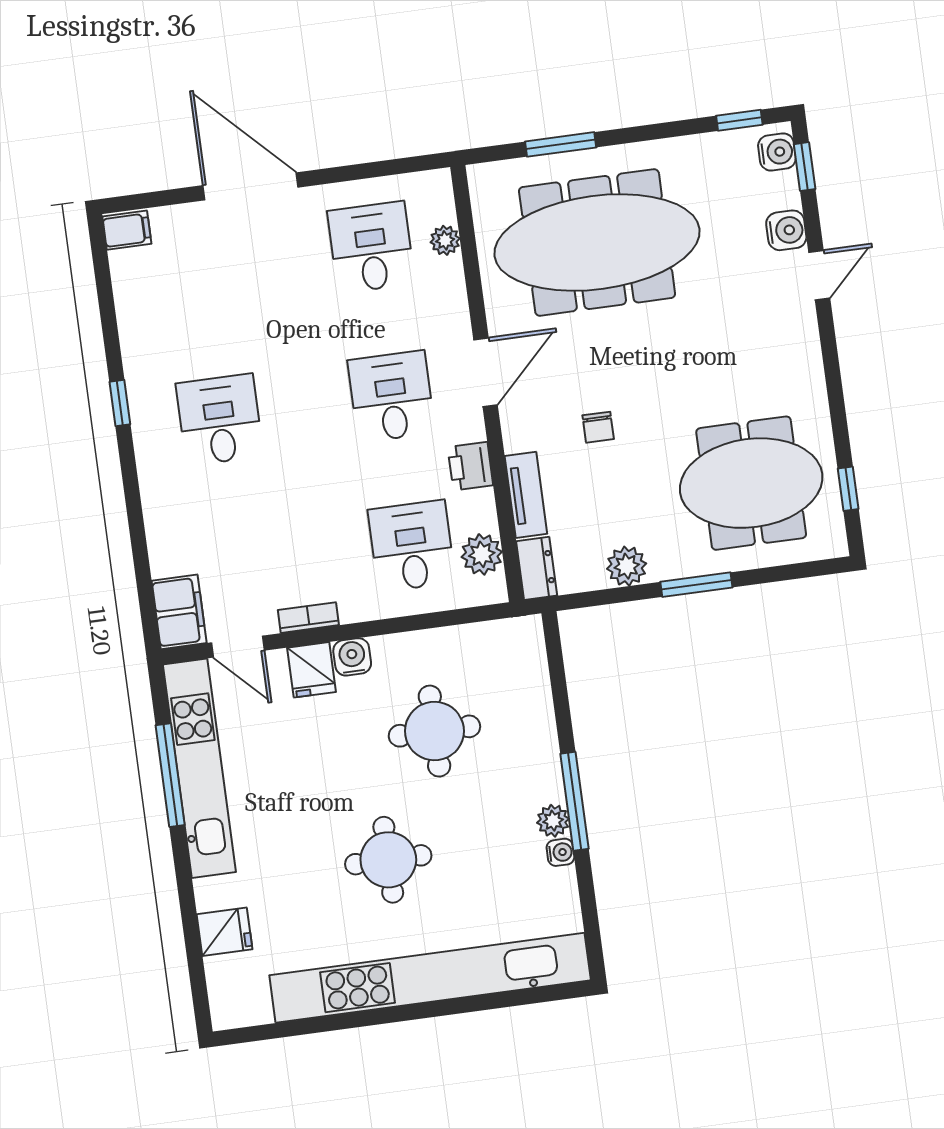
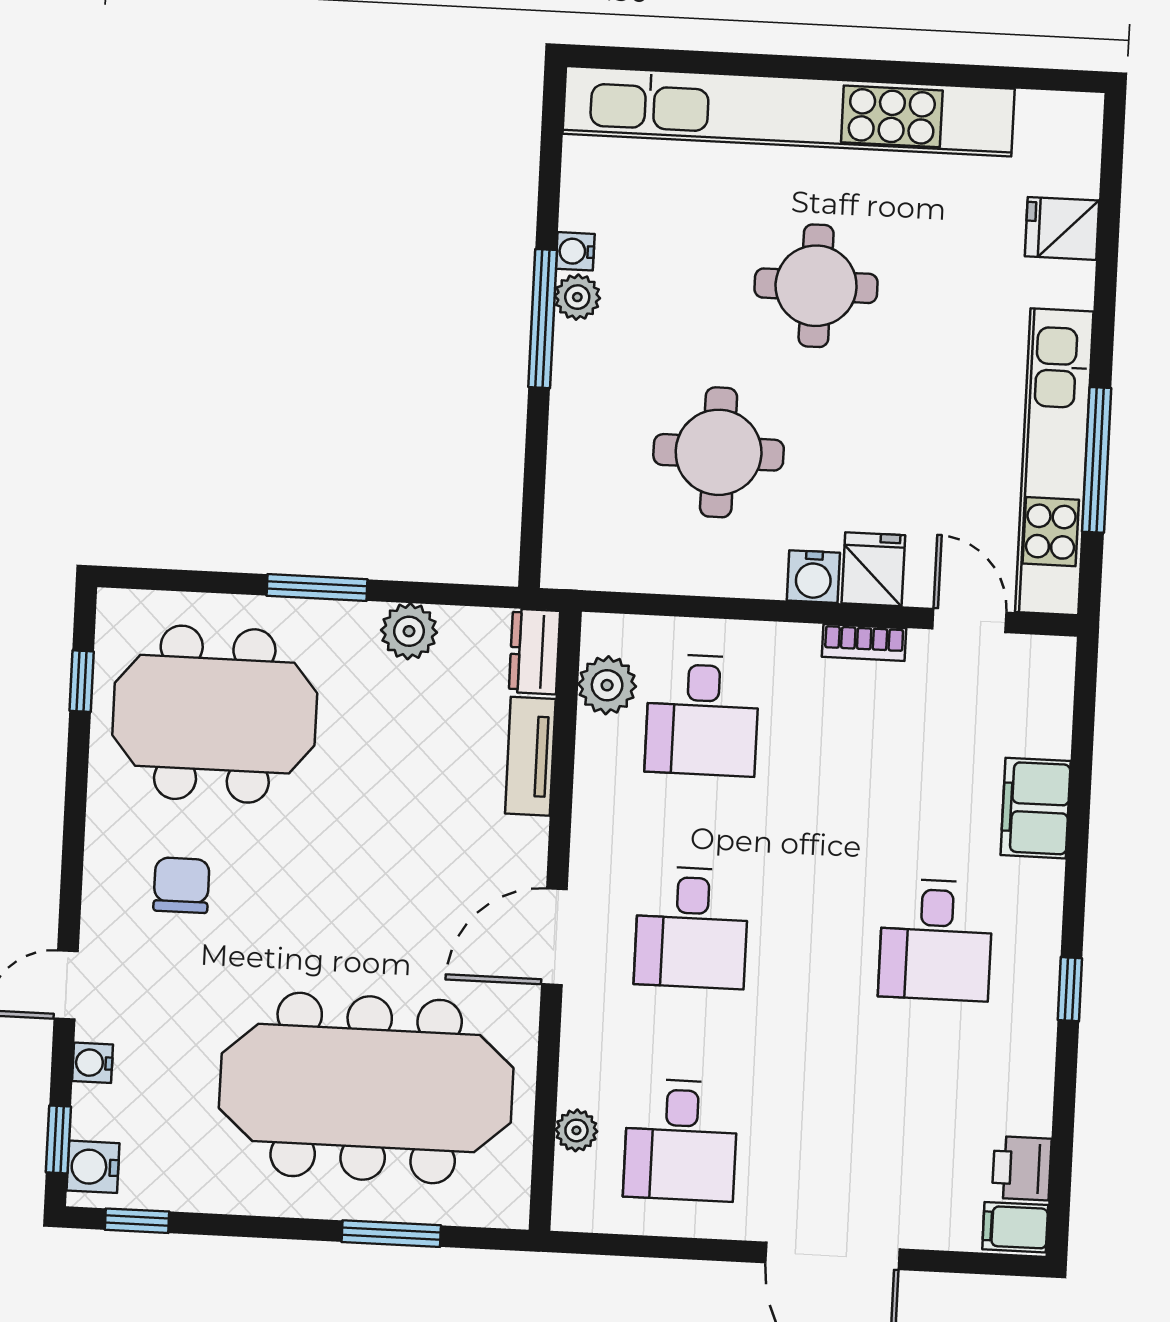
water cooler: (786, 230) -> (93, 1063), width x0.72, depth x0.72
chair: (598, 427) -> (181, 885), moved, width x1.37, depth x1.37
printer: (470, 466) -> (1022, 1168), moved, turned 180
filing cabinet: (179, 612) -> (1036, 808), moved

